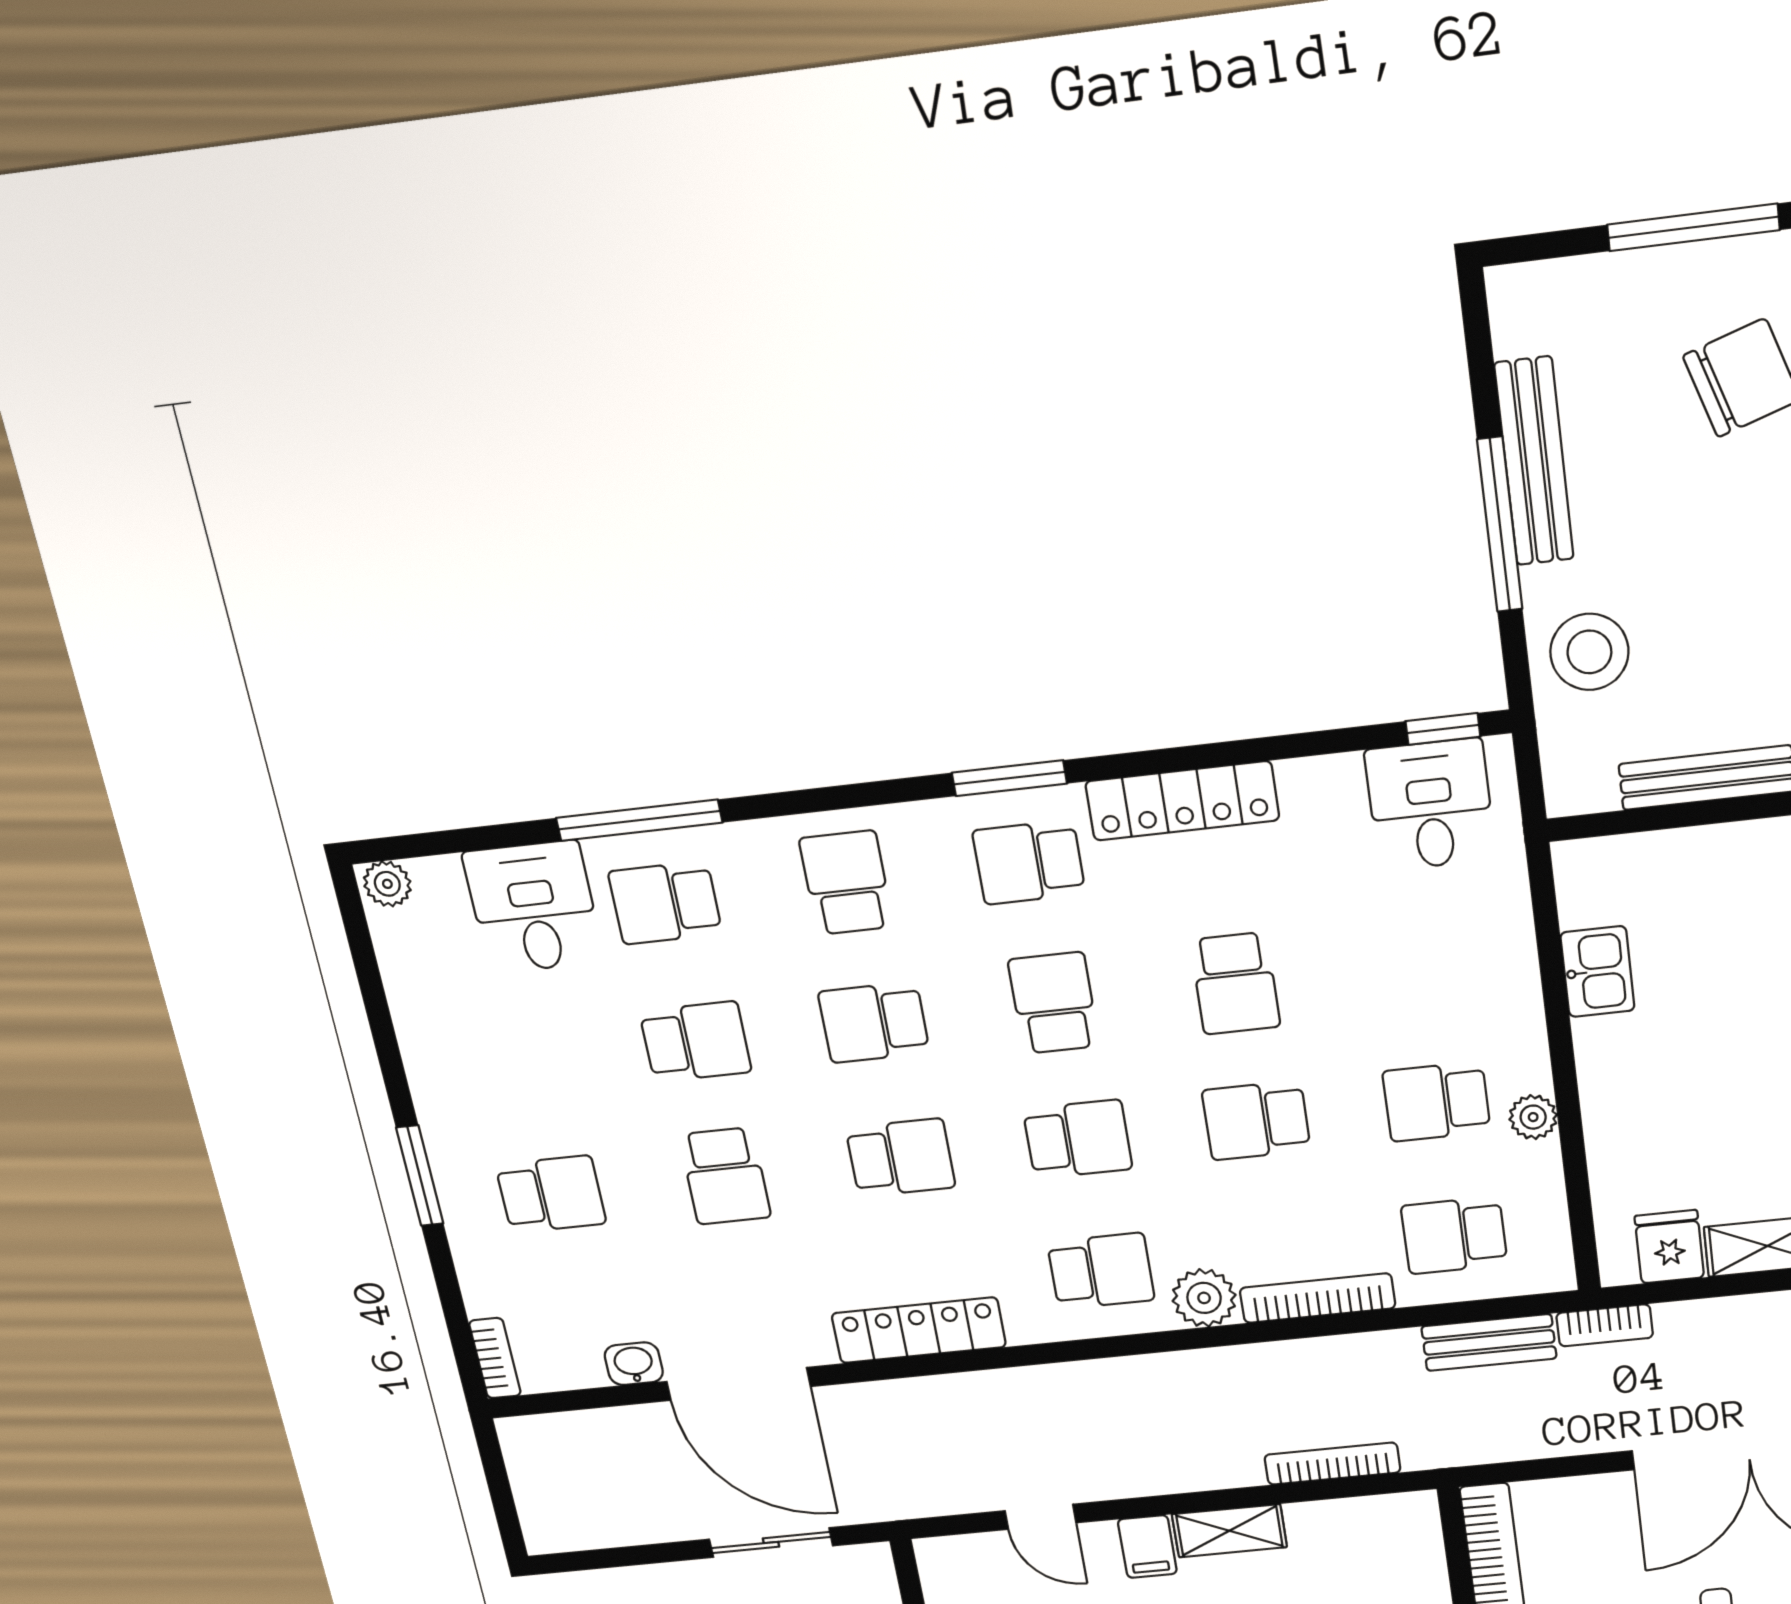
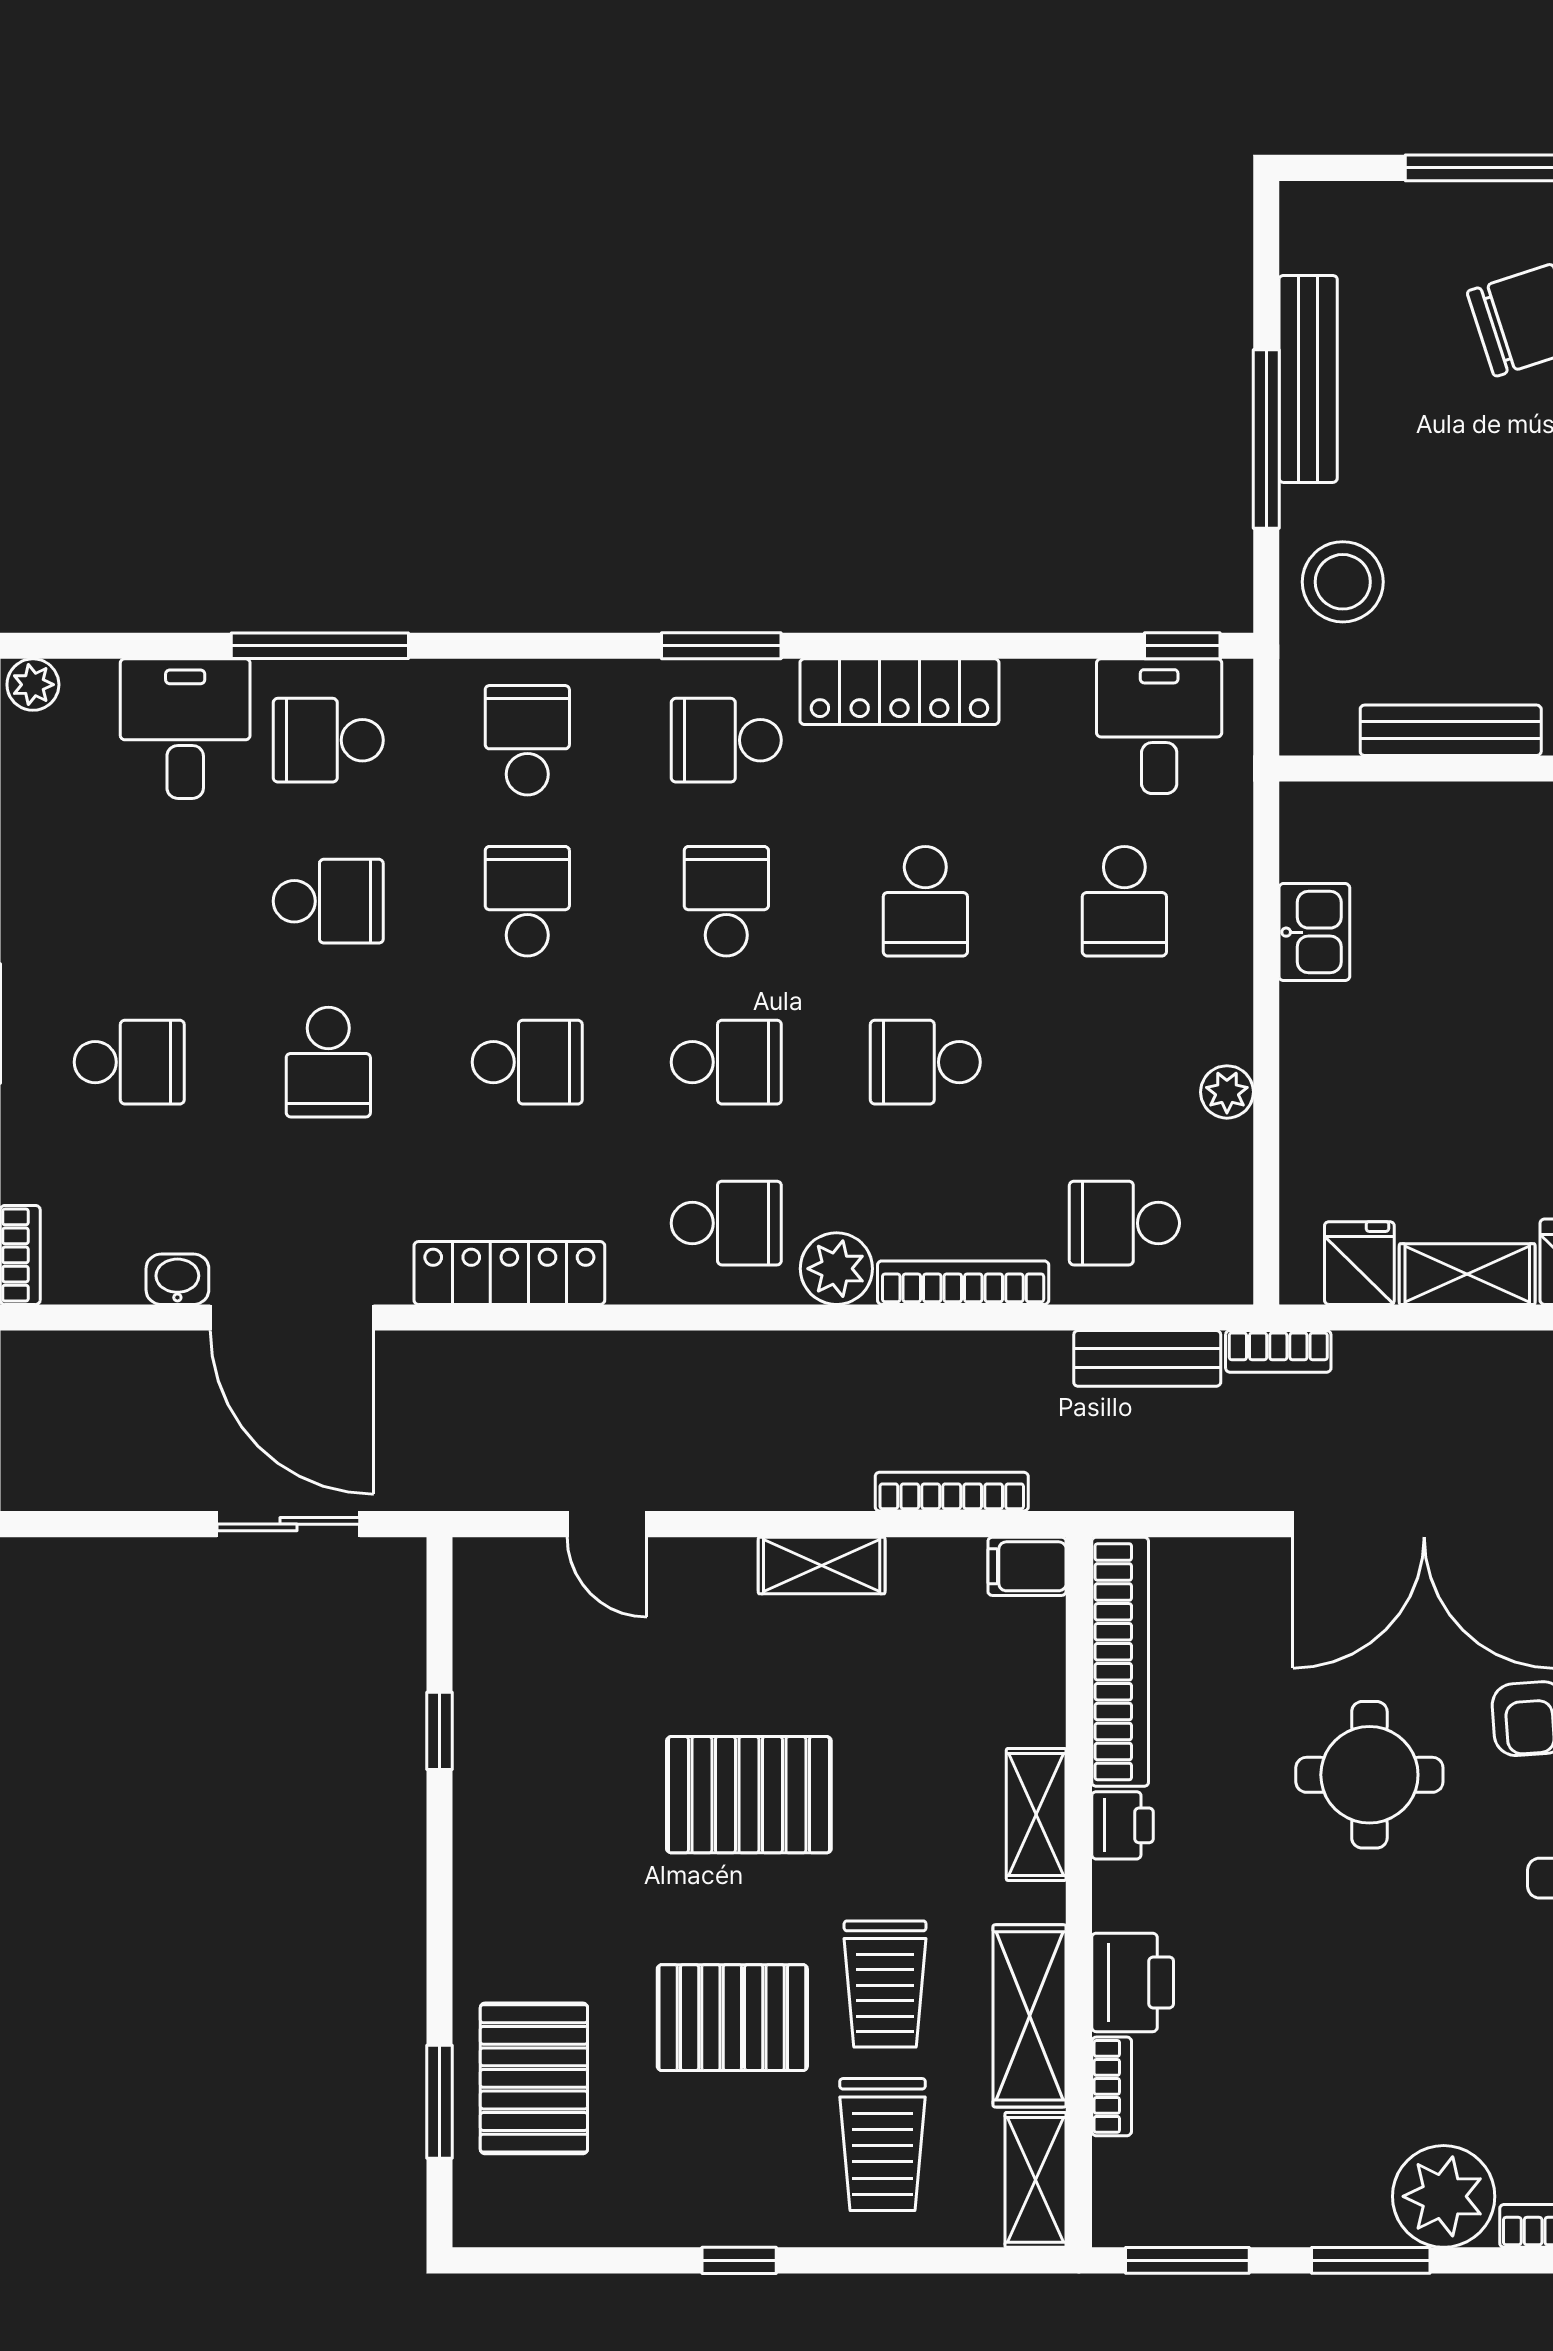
school desk: (874, 1022) -> (527, 901), turned 90
school desk: (1437, 1102) -> (1124, 901), moved, turned -90
filing cabinet: (1147, 1547) -> (1027, 1566), moved, turned 90

